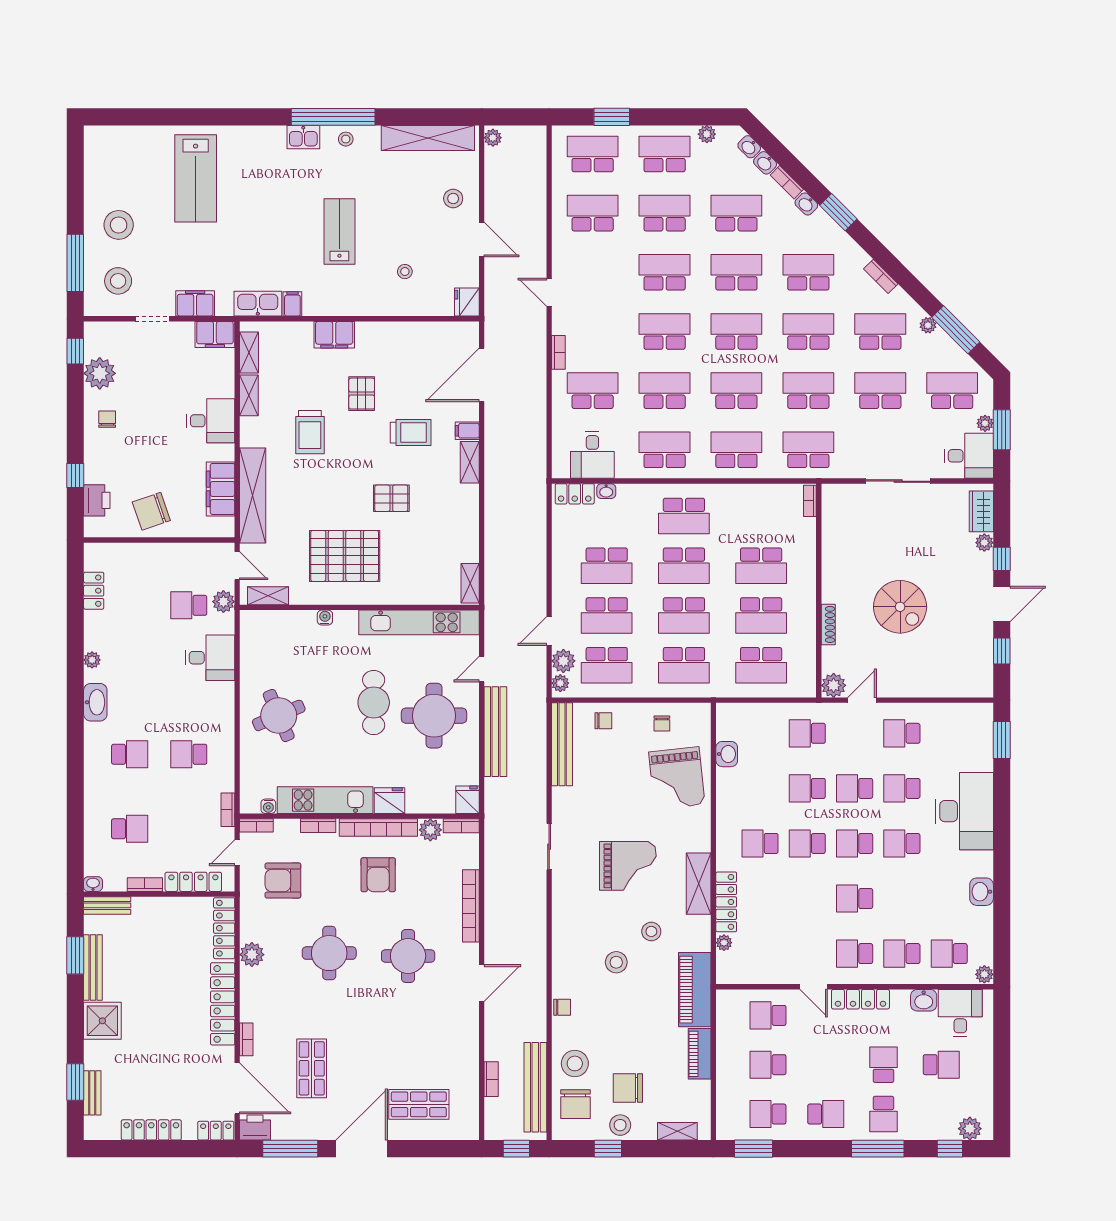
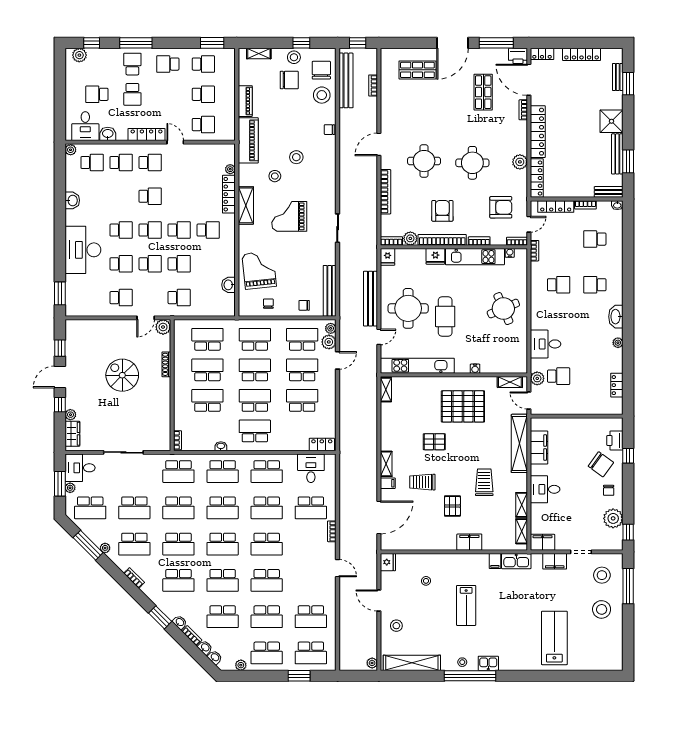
washbasin: (606, 491) -> (221, 446), moved
chair: (151, 511) -> (601, 464), moved, turned 55

